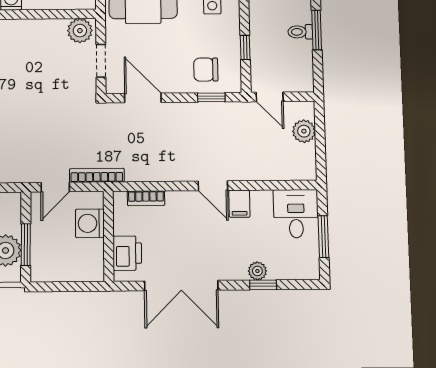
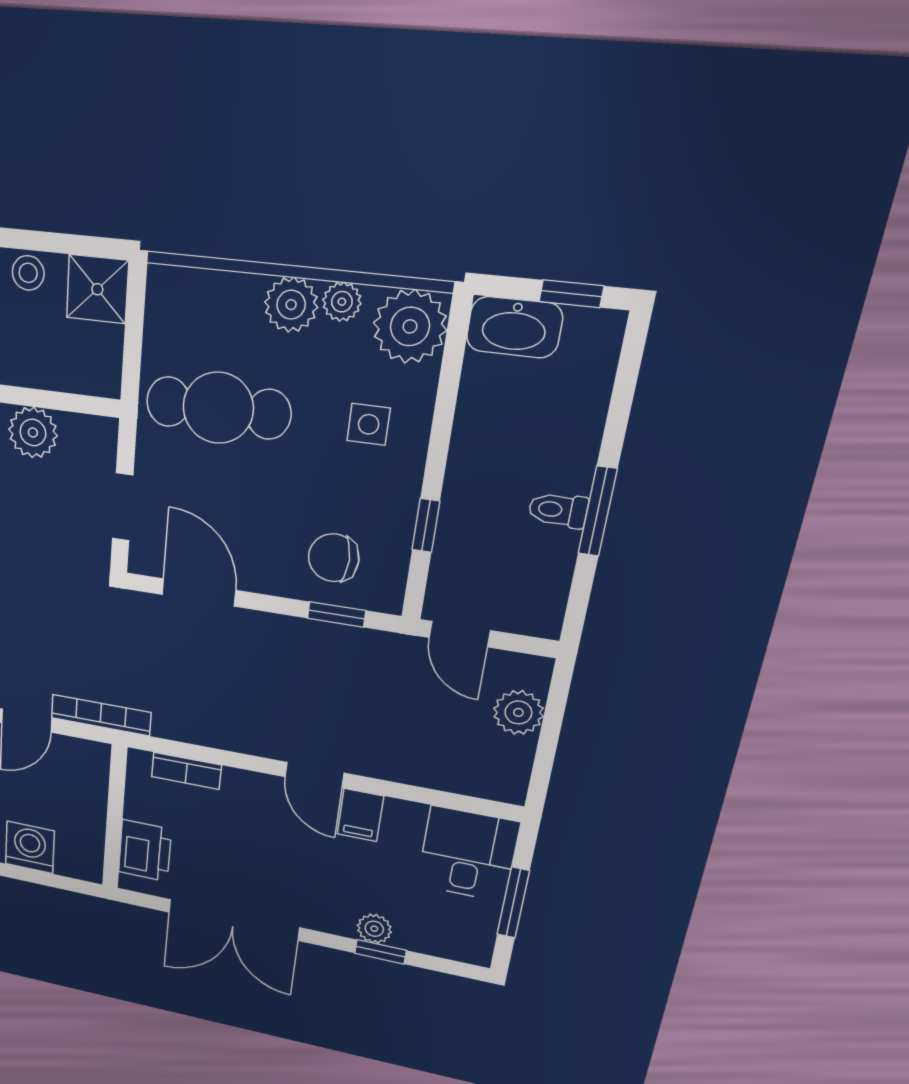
plant: (80, 31) -> (33, 433), moved
washing machine: (90, 223) -> (30, 847), moved, turned 90

